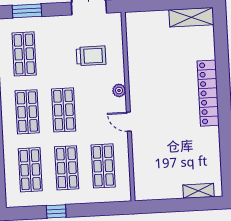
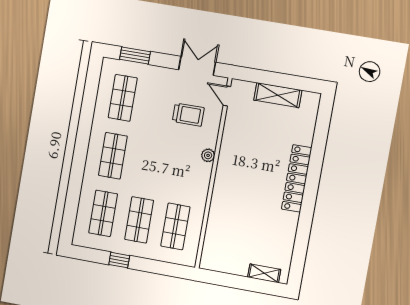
shelving: (191, 17) -> (278, 95), moved
shop shelf: (64, 110) -> (149, 162), removed
door: (129, 122) -> (227, 96), moved

